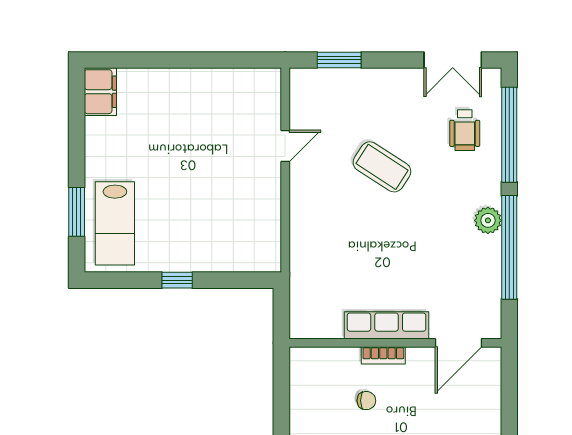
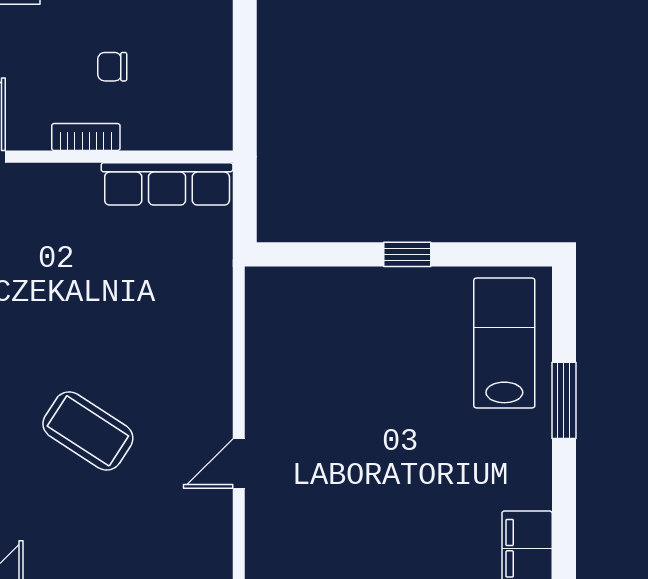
window: (77, 212) -> (564, 400), moved
row of seats: (387, 325) -> (167, 184), moved

